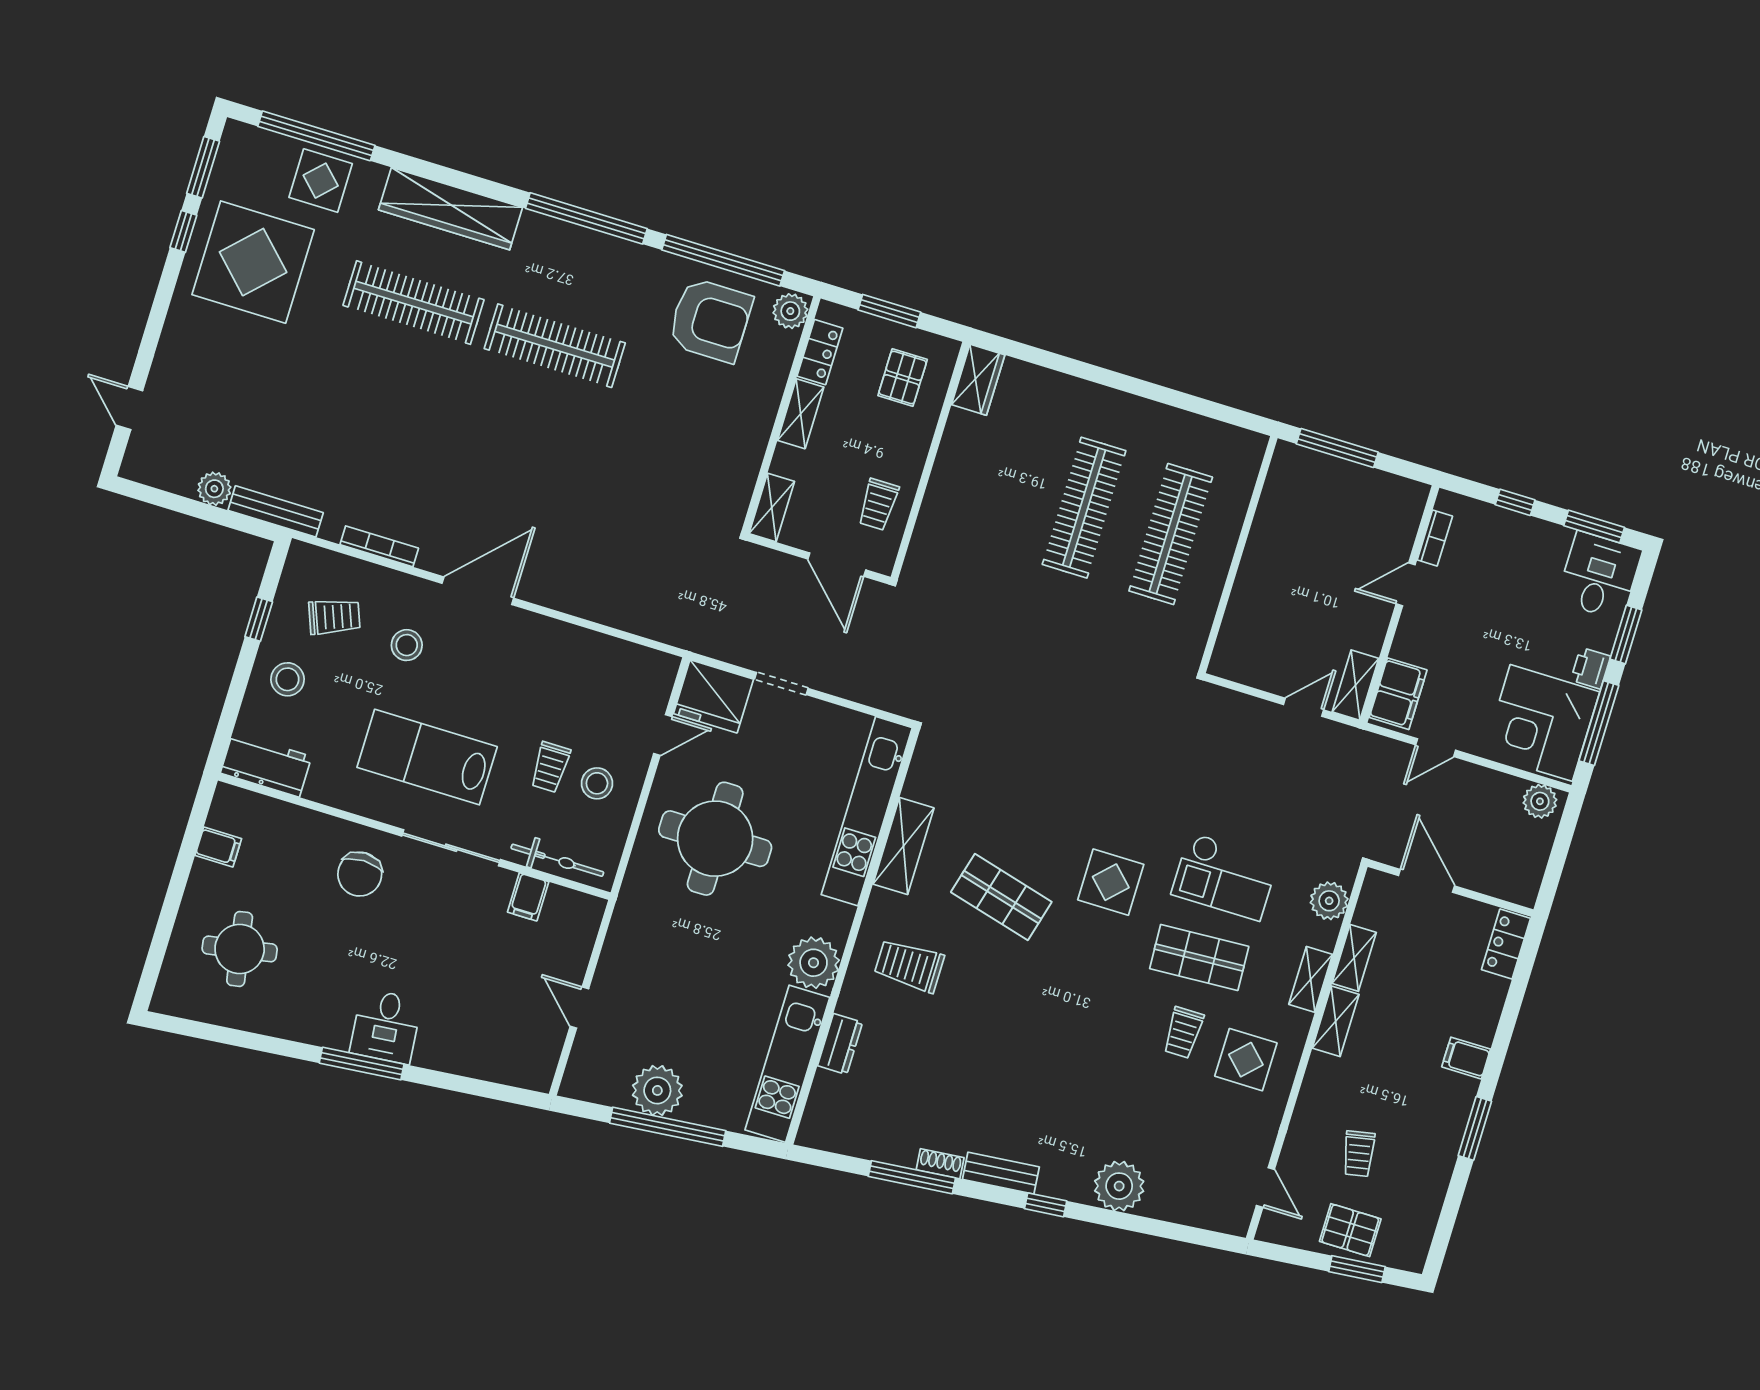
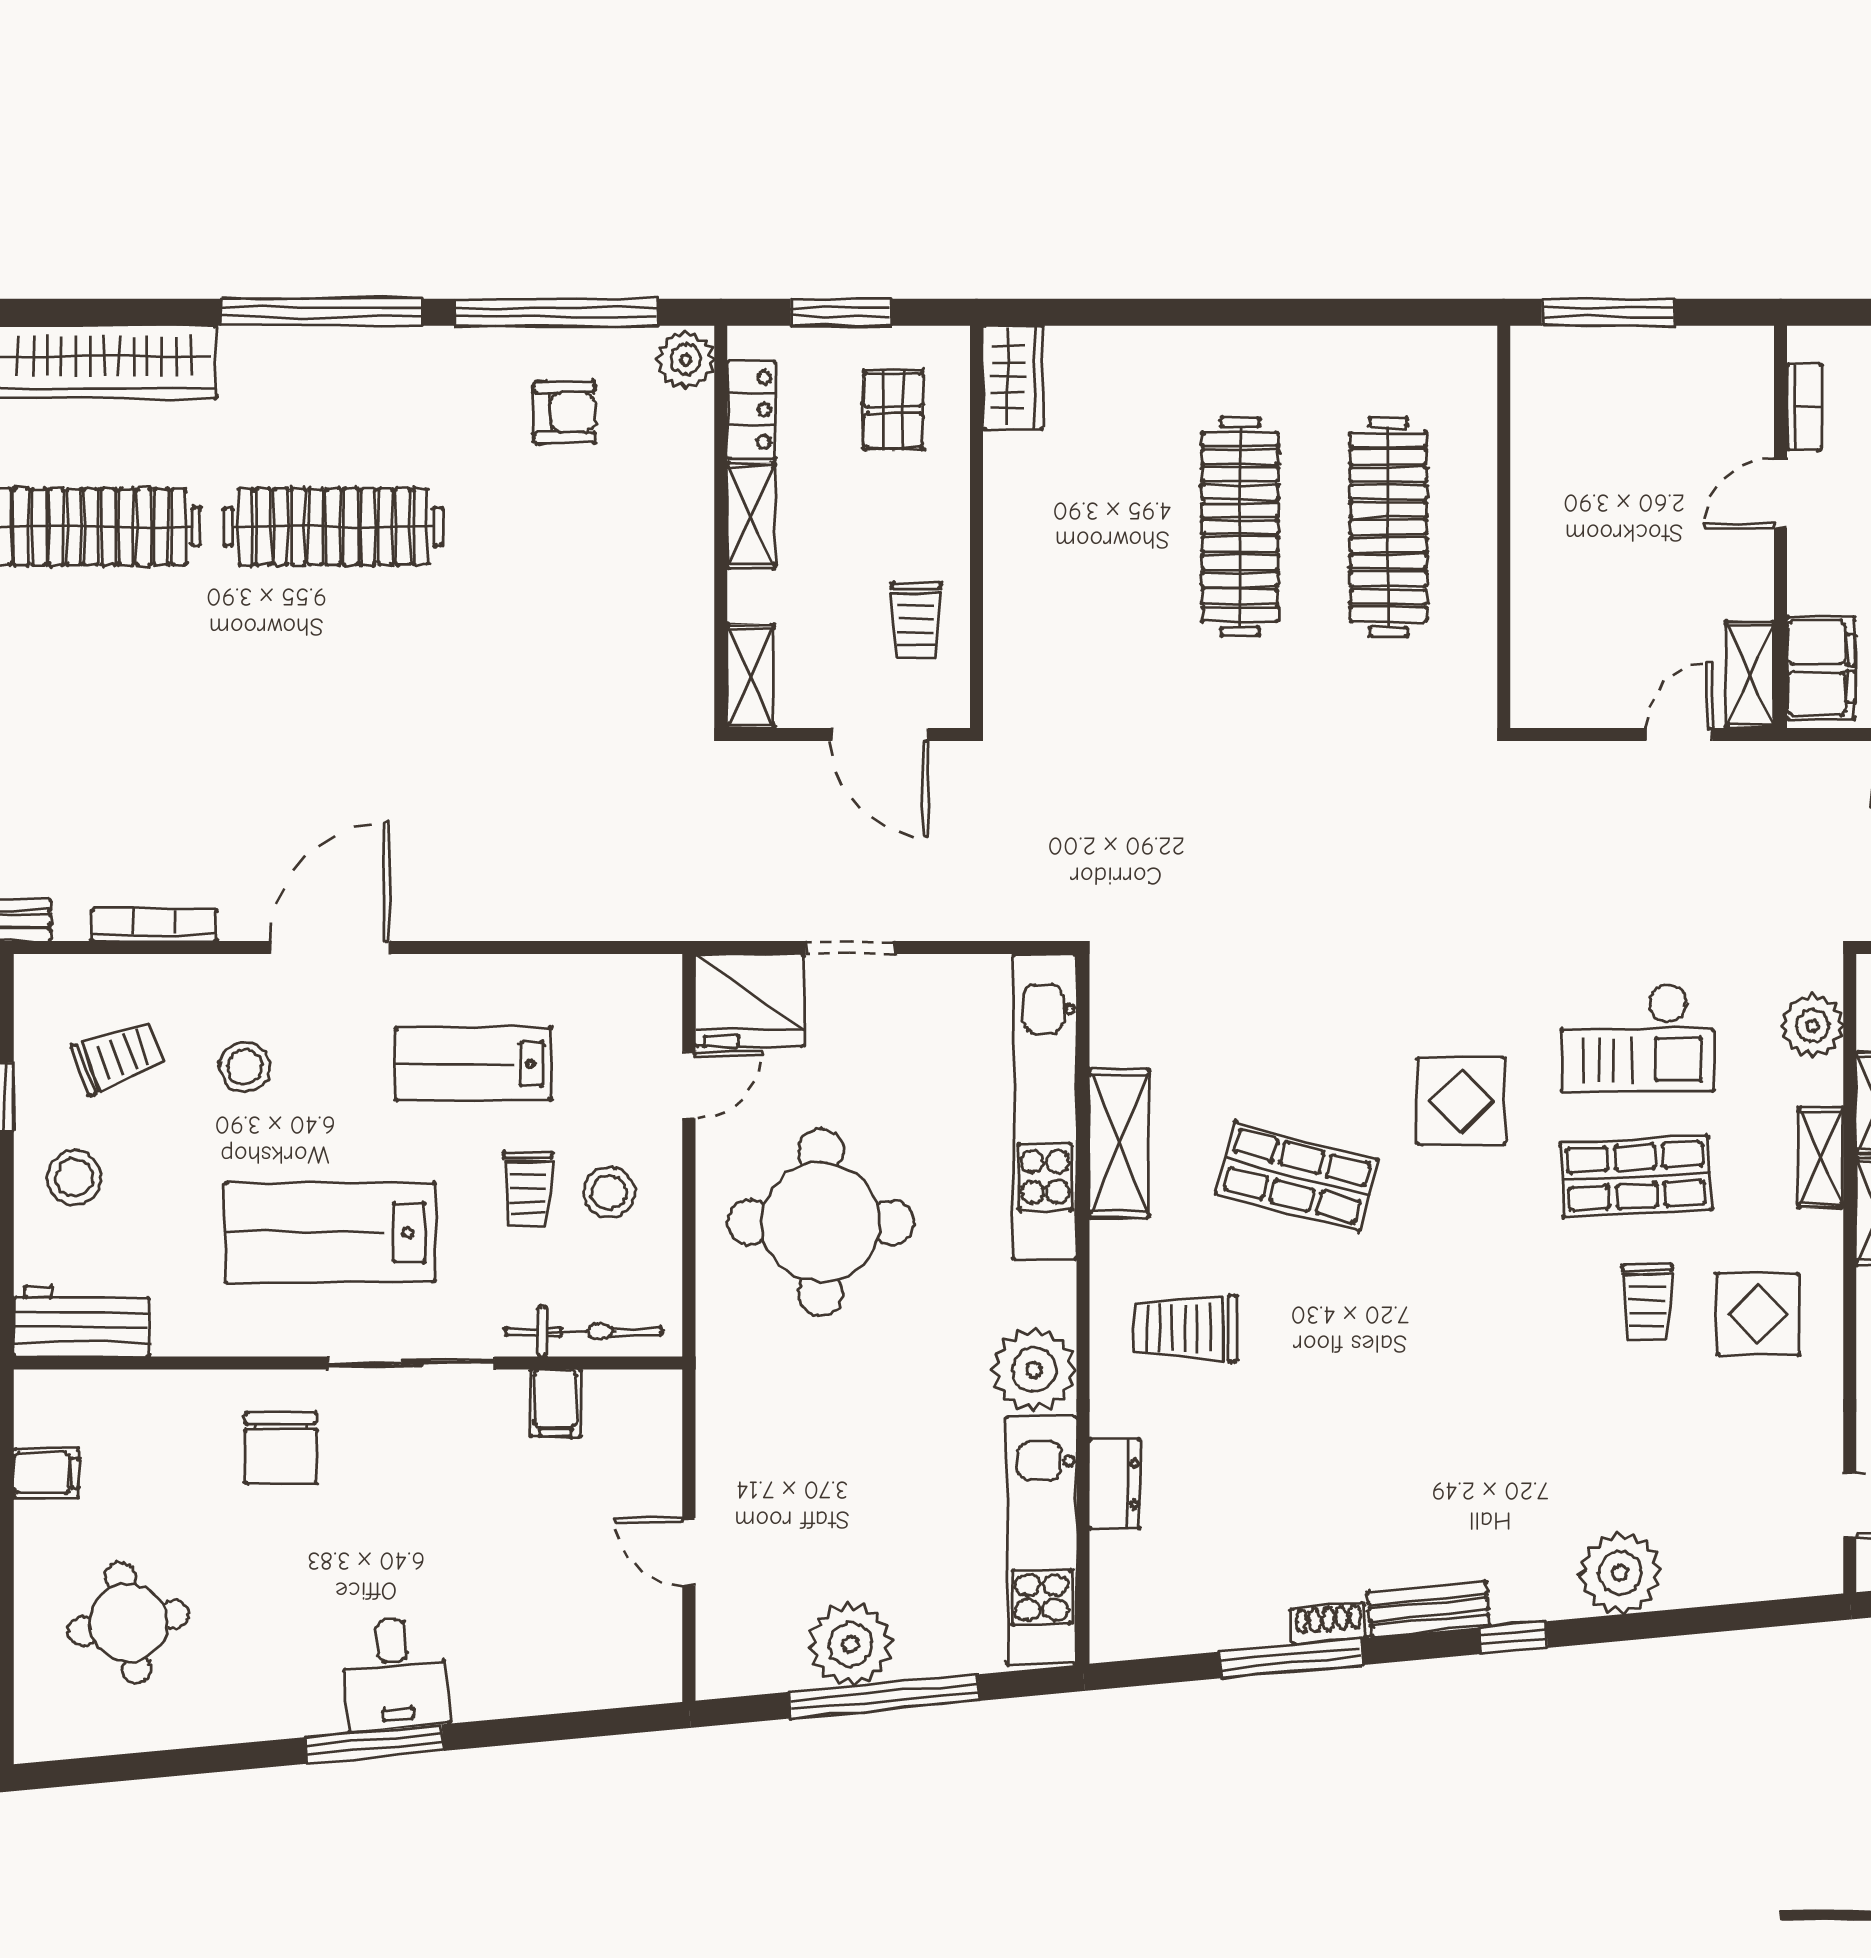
armchair: (710, 320) -> (564, 412), width x0.53, depth x0.53
lab bench: (541, 684) -> (473, 1064), added

